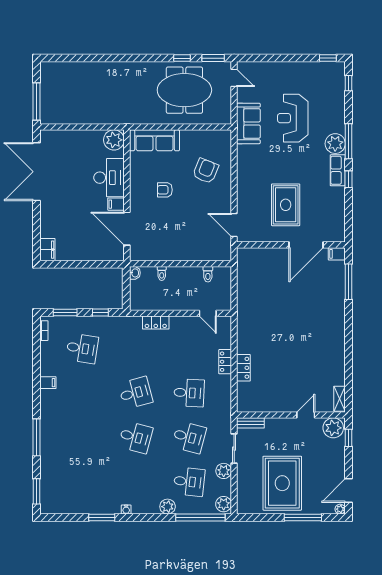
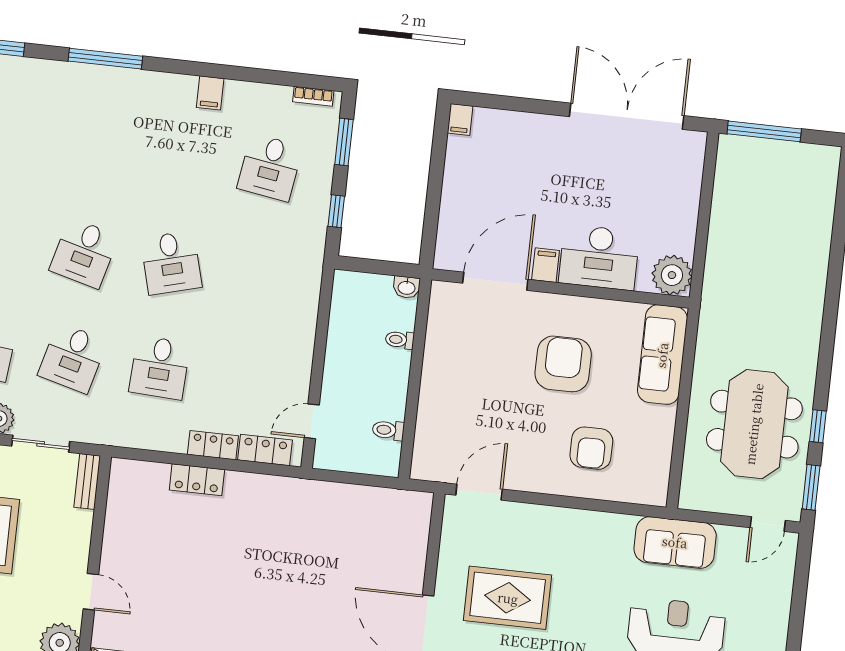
armchair: (206, 171) -> (591, 448), turned 68
armchair: (165, 190) -> (563, 364), width x1.88, depth x1.88
filing cabinet: (47, 250) -> (460, 119), width x0.50
locker: (156, 323) -> (265, 450), moved, turned 90

